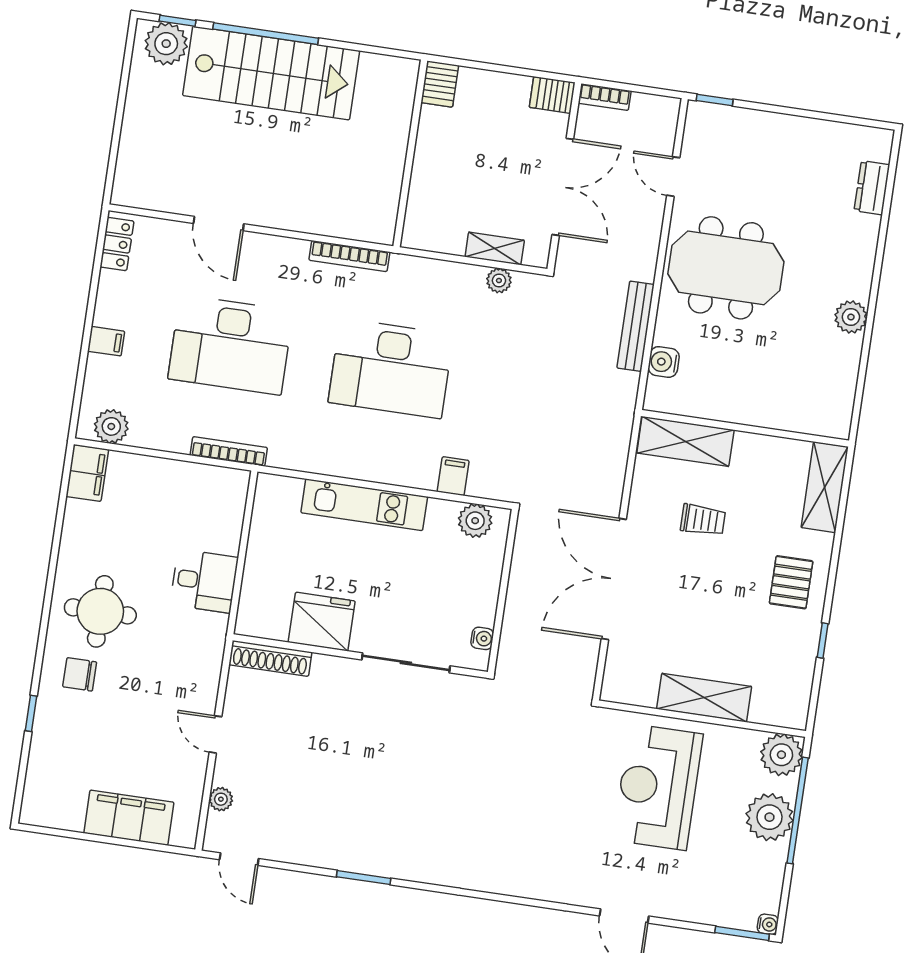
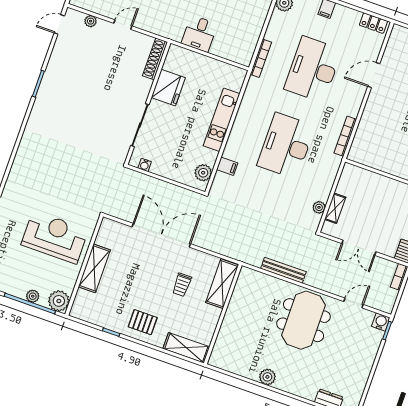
double door: (563, 187) -> (359, 248), width x0.73
water cooler: (664, 362) -> (381, 322), moved
plant: (769, 817) -> (33, 296), width x0.53, depth x0.53

